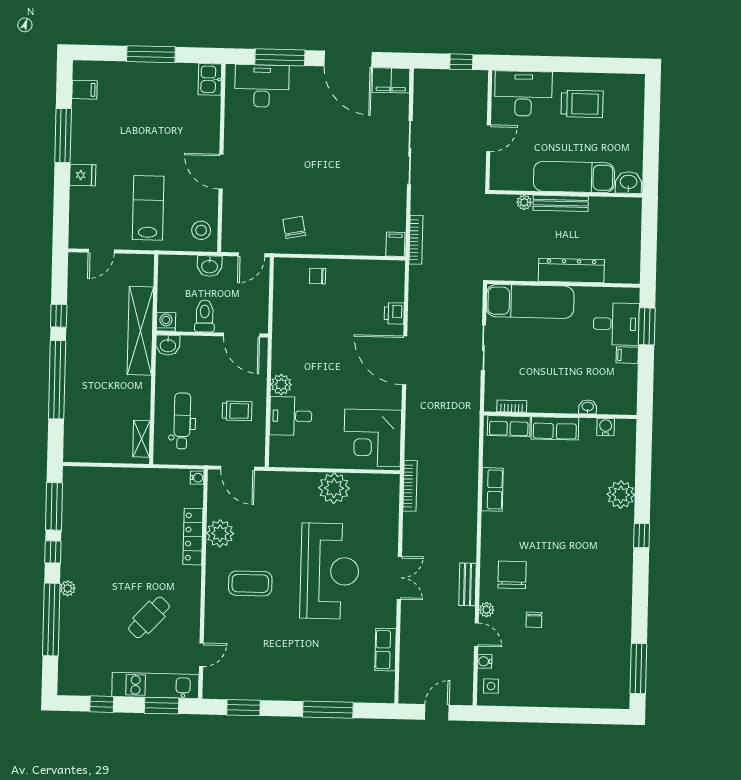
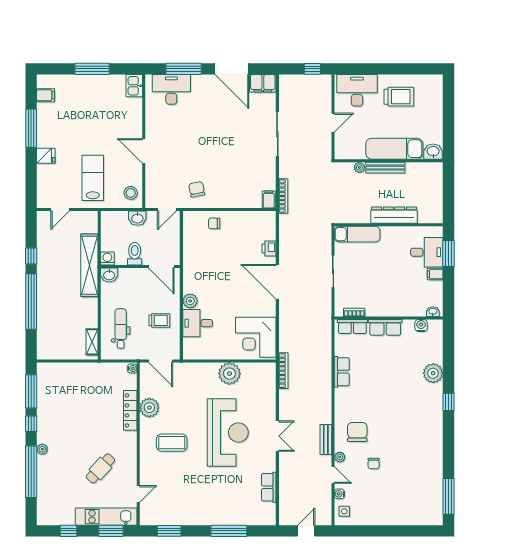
exam couch: (530, 301) -> (357, 234), width x0.73, depth x0.69
washbasin: (588, 407) -> (433, 312), moved

